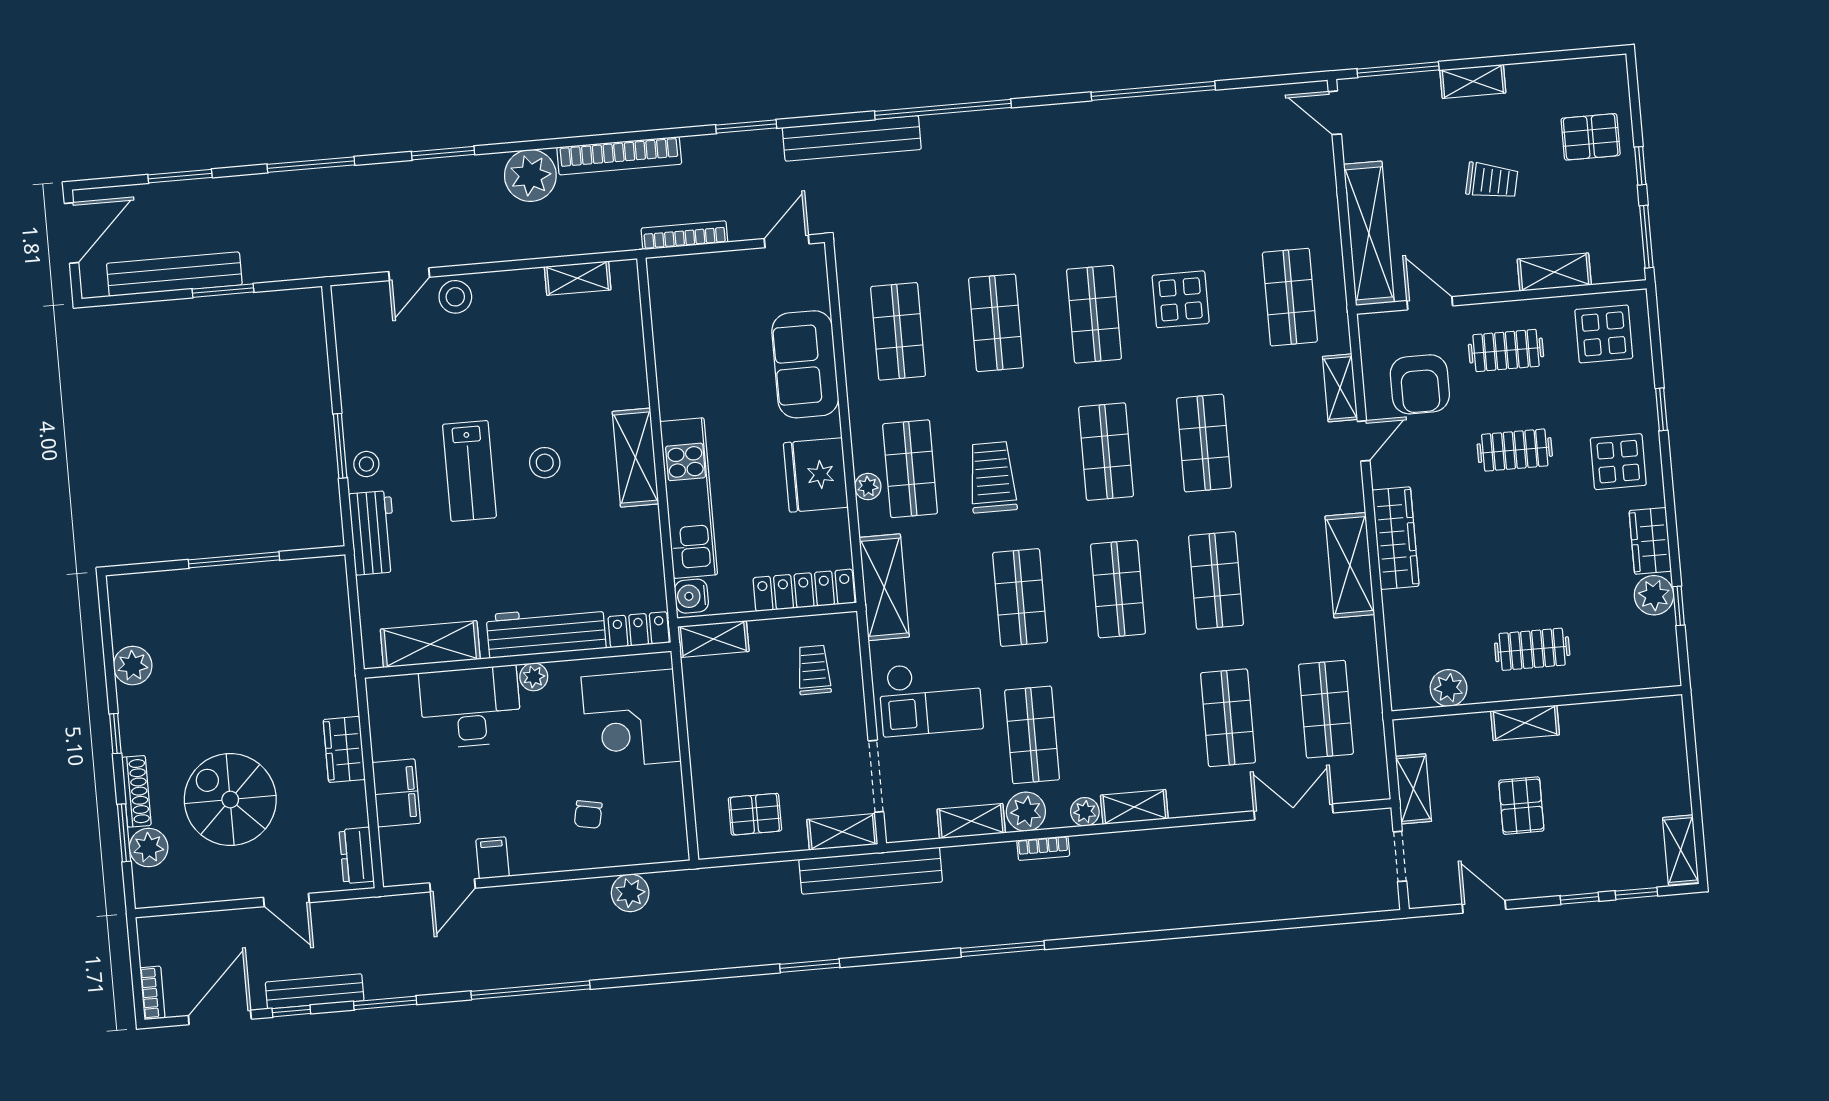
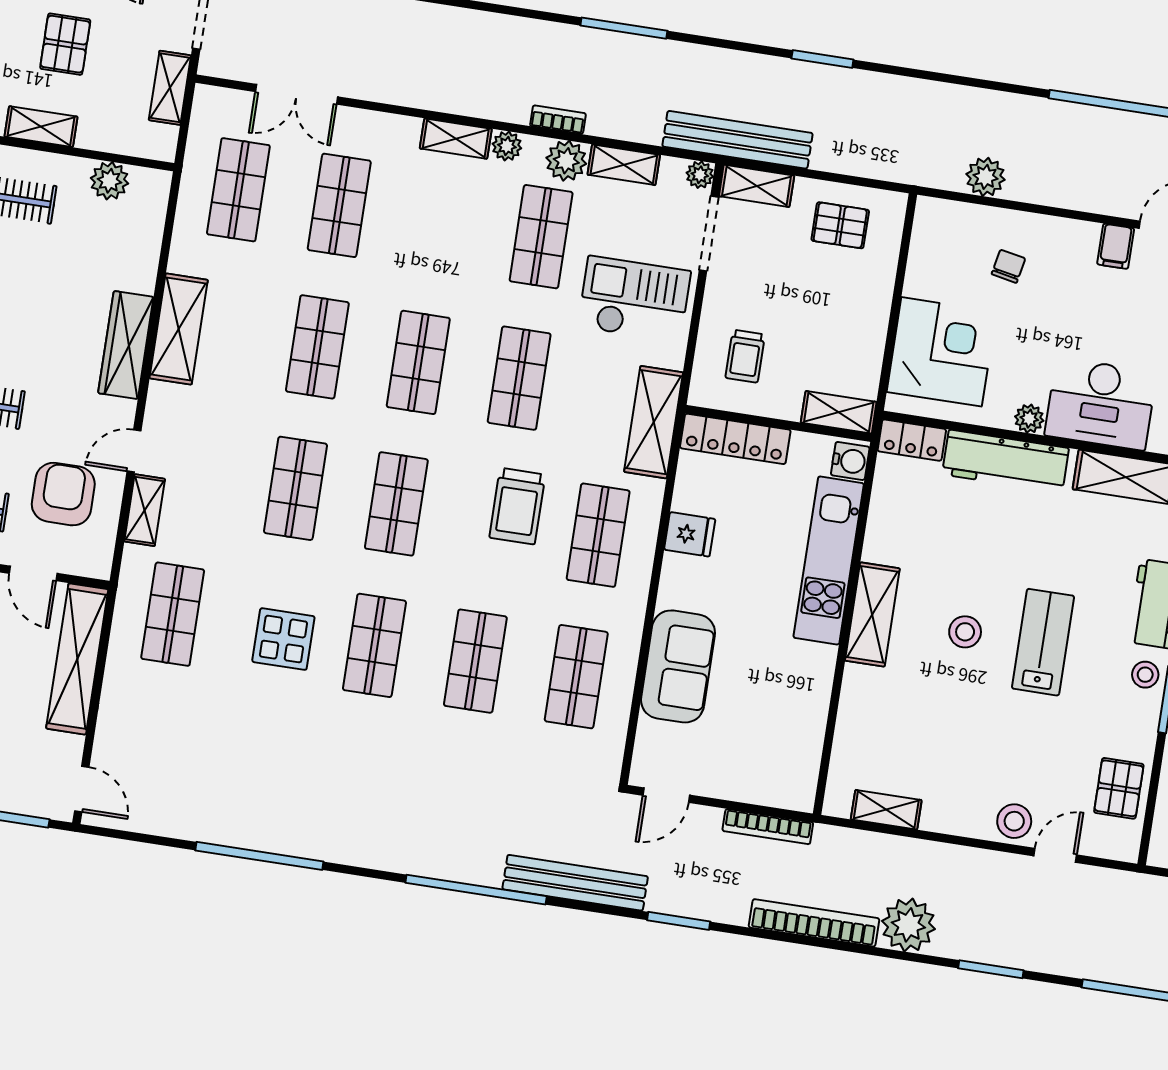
pallet: (365, 352) -> (1119, 788), added
fridge: (816, 475) -> (690, 534), width x0.53, depth x0.75
plant: (868, 487) -> (700, 175), moved

